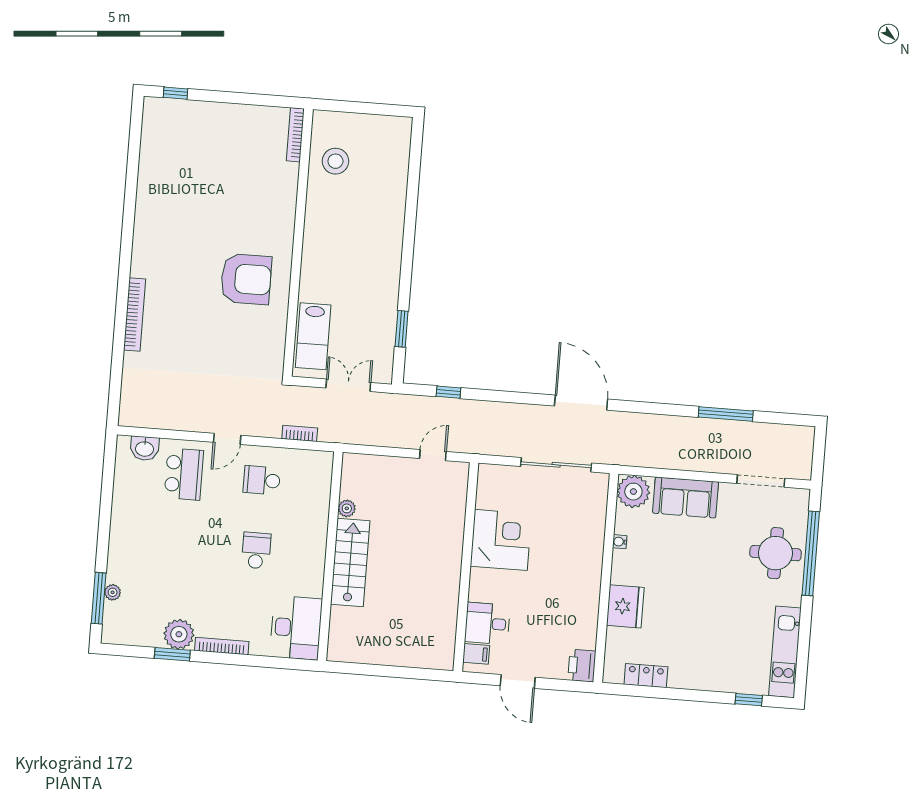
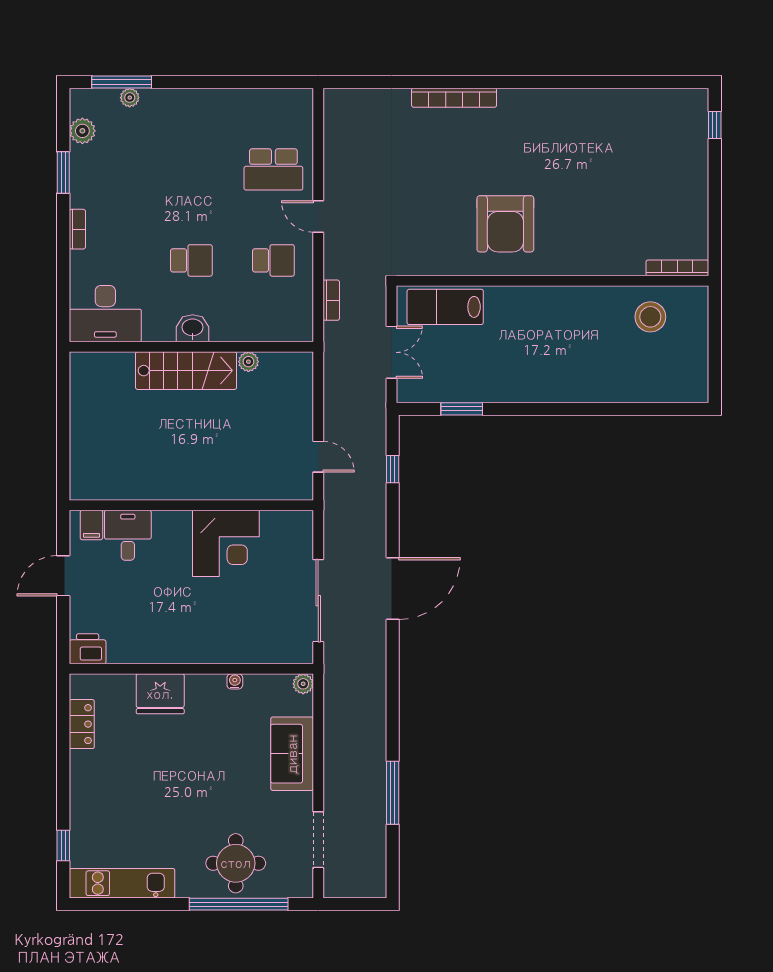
door: (581, 403) -> (393, 589), moved
washbasin: (145, 448) -> (193, 328), moved, turned 90
school desk: (262, 480) -> (273, 260), turned 90
plant: (633, 492) -> (303, 684), width x0.53, depth x0.53
plant: (179, 634) -> (82, 131), moved, width x0.73, depth x0.73
bookcase: (222, 646) -> (77, 229), width x0.64

